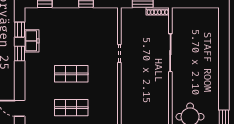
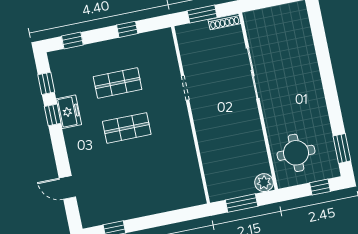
freezer: (32, 41) -> (69, 112), moved
shop shelf: (71, 108) -> (118, 83), moved

